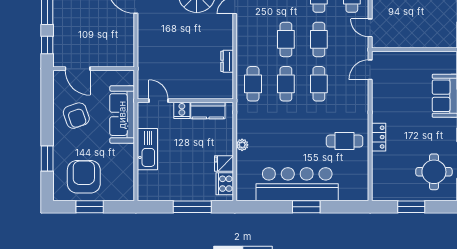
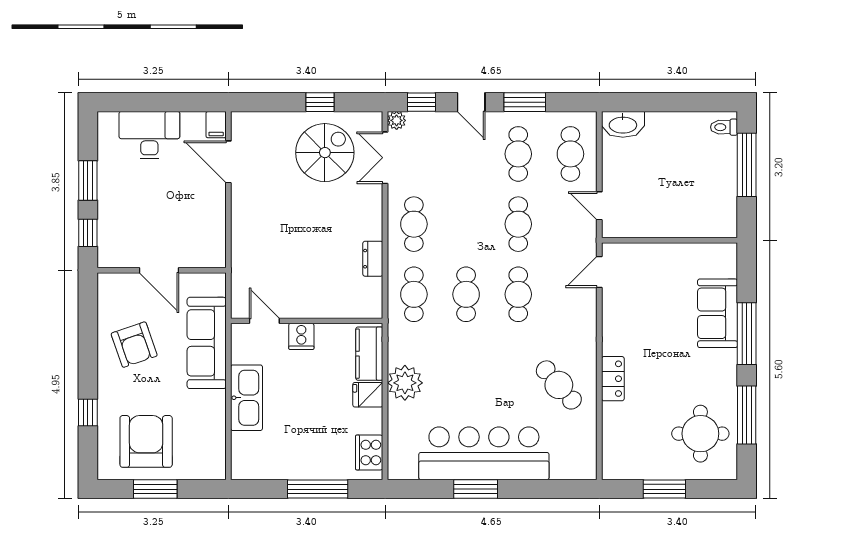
cafe table: (286, 39) -> (414, 224), moved
door: (78, 69) -> (159, 270), moved
kitchen counter: (208, 110) -> (369, 354), moved, turned 90
cafe table: (345, 141) -> (559, 385), turned 49
plant: (242, 145) -> (405, 383), width x1.87, depth x1.87
window: (47, 158) -> (88, 412), width x0.67
fridge: (224, 164) -> (368, 395), moved
window: (306, 207) -> (476, 489), moved

